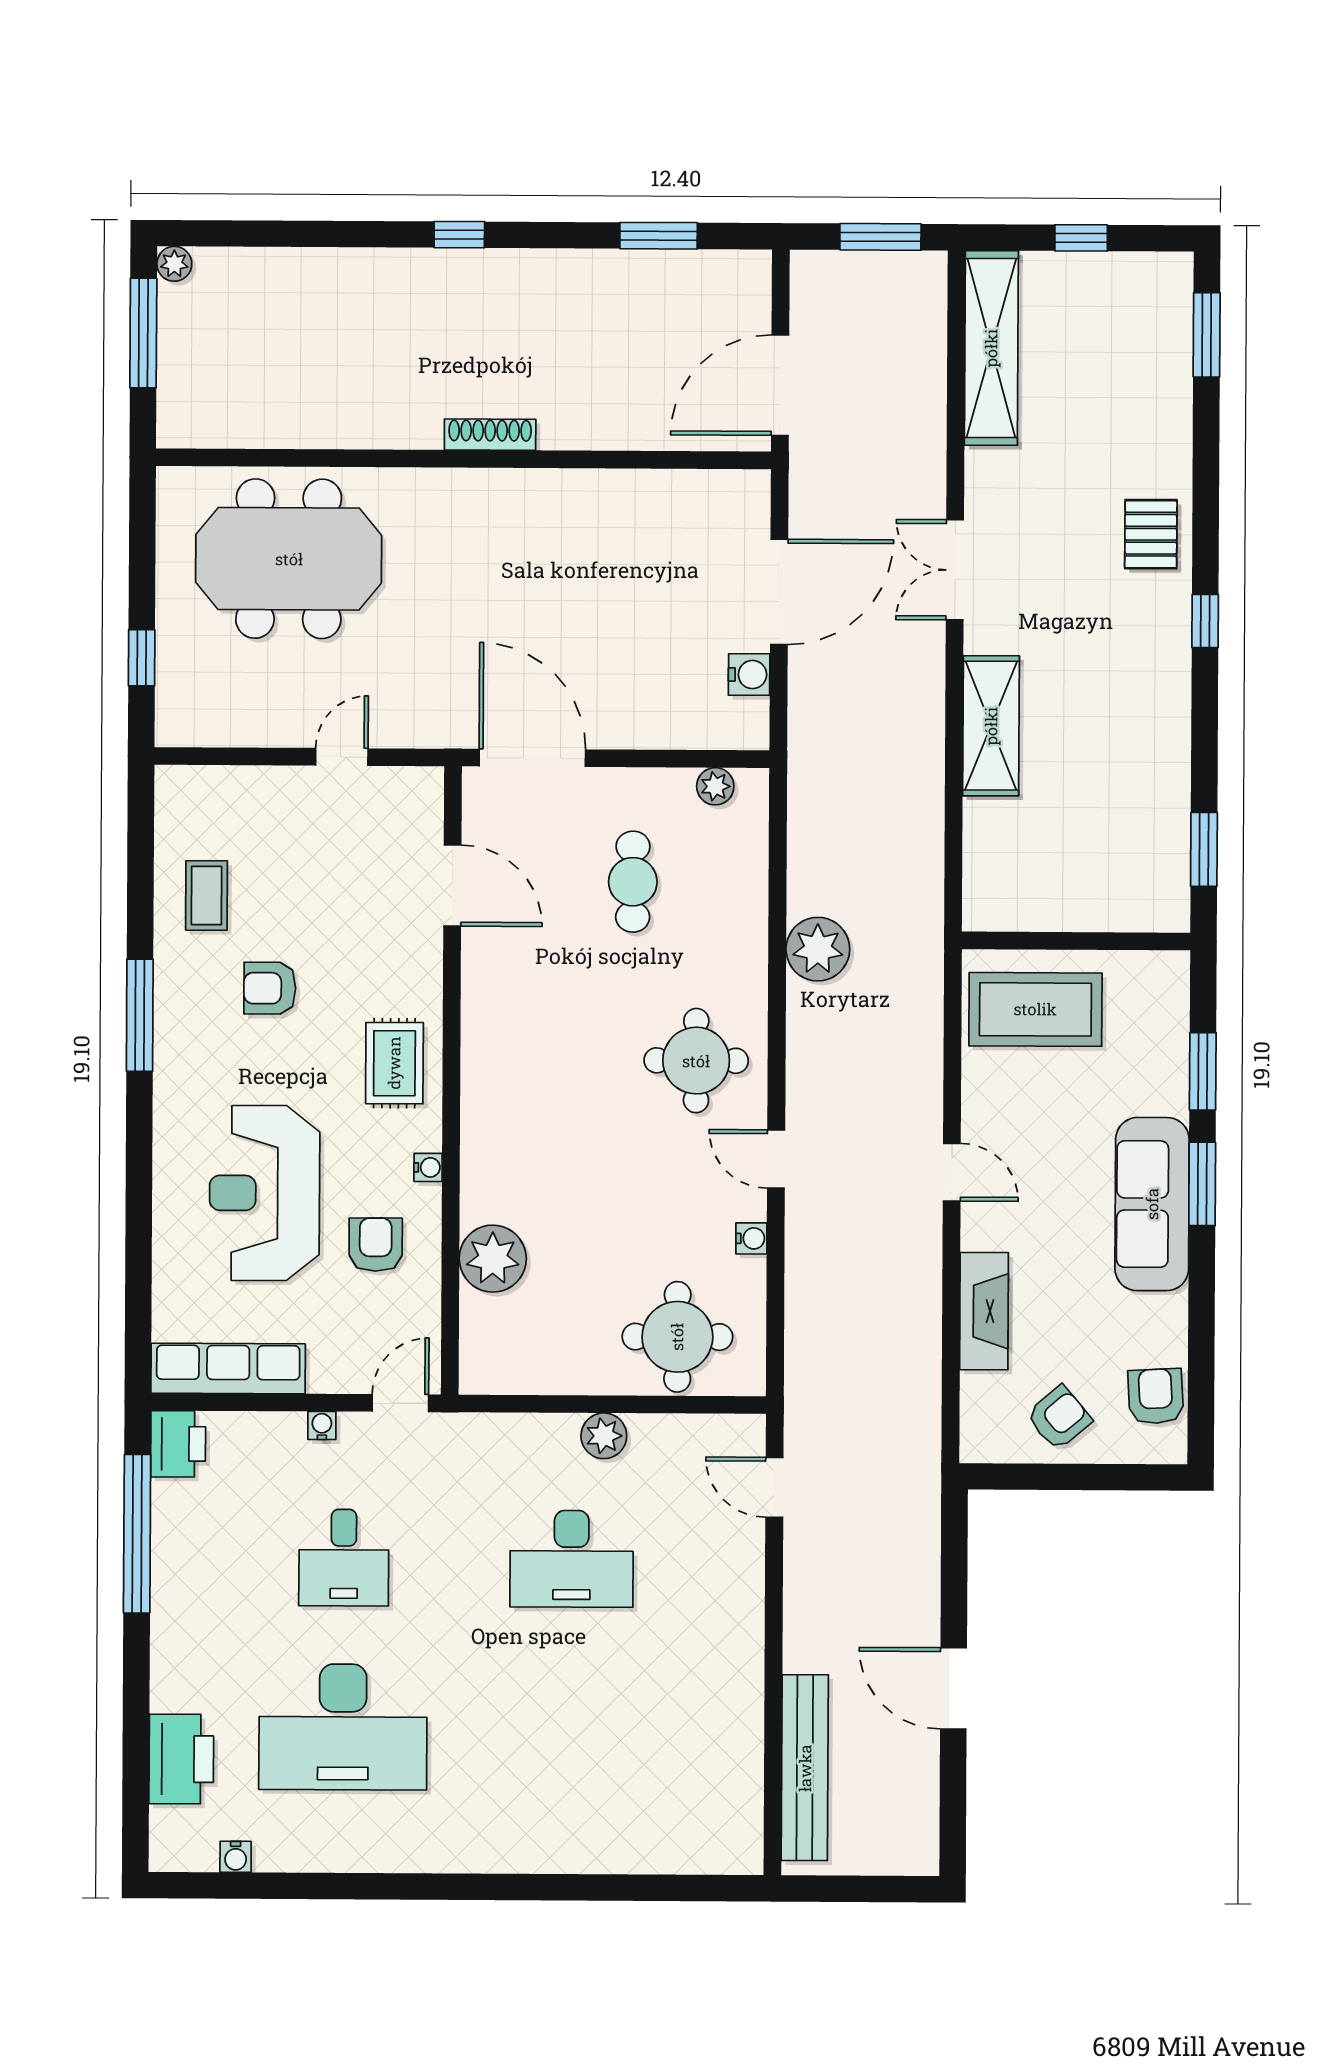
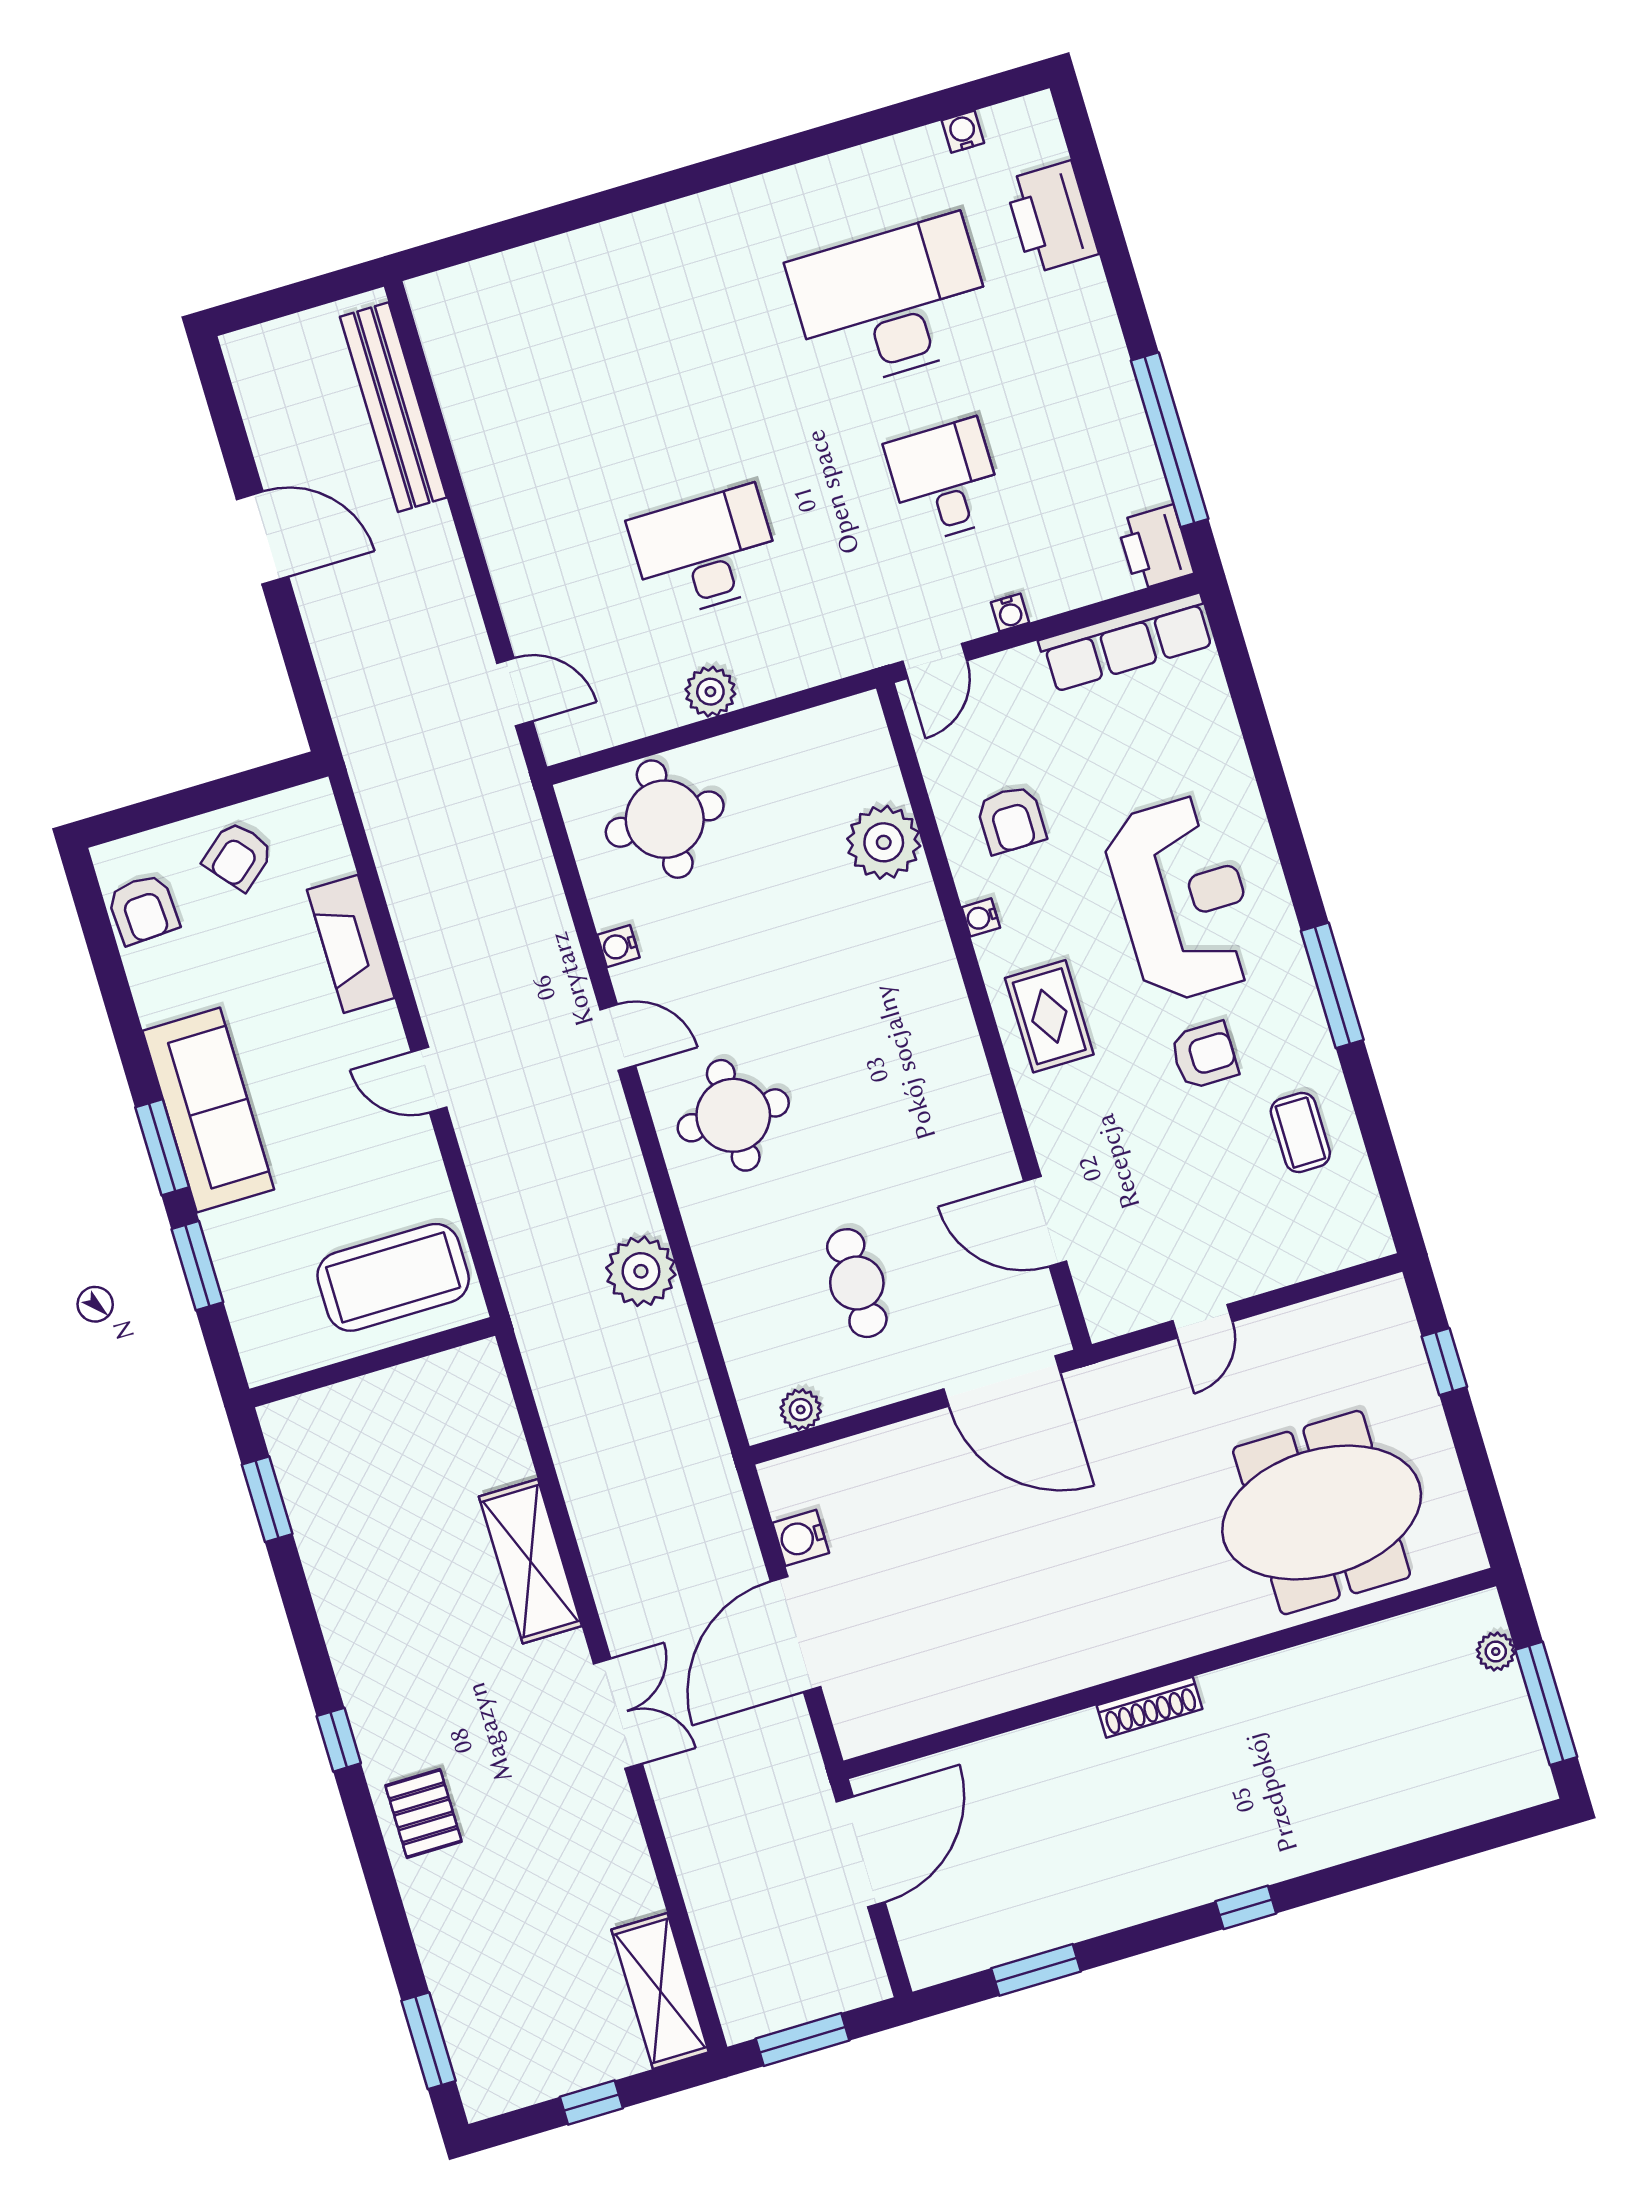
plant: (174, 264) -> (1496, 1652), moved
shelving: (991, 348) -> (660, 1991), width x0.68
reception desk: (265, 1193) -> (1183, 899), moved

